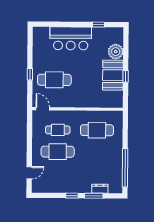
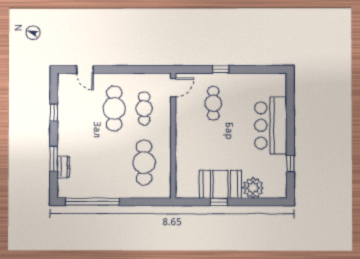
cafe table: (54, 80) -> (213, 103), width x0.73, depth x0.74
window: (72, 196) -> (54, 113), moved

